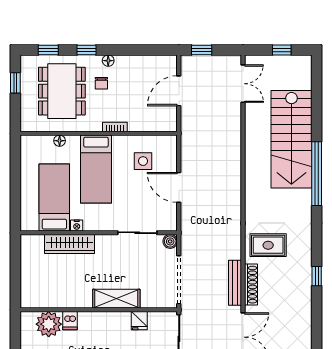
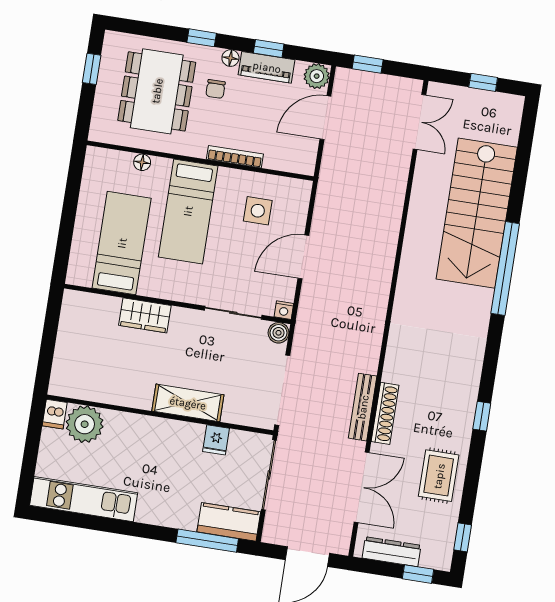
window: (48, 50) -> (269, 48), moved
piano: (134, 63) -> (267, 67), added
plant: (168, 64) -> (317, 76), added
bookcase: (115, 127) -> (235, 157), width x1.56
door: (179, 187) -> (303, 257), hinge flipped
nightstand: (77, 226) -> (284, 310), moved
wardrobe: (70, 244) -> (145, 315), width x0.67
rug: (268, 245) -> (439, 476), moved, turned 90
dishwasher: (70, 321) -> (55, 414), moved

